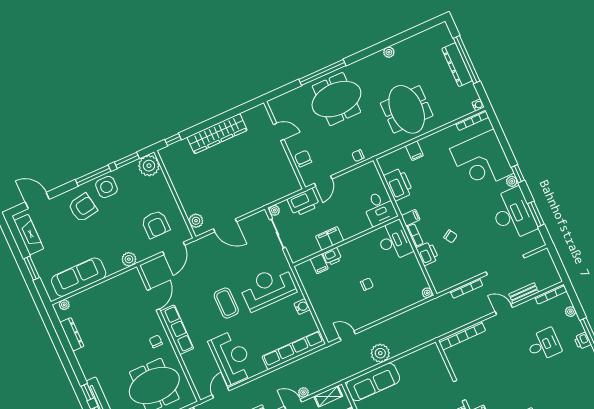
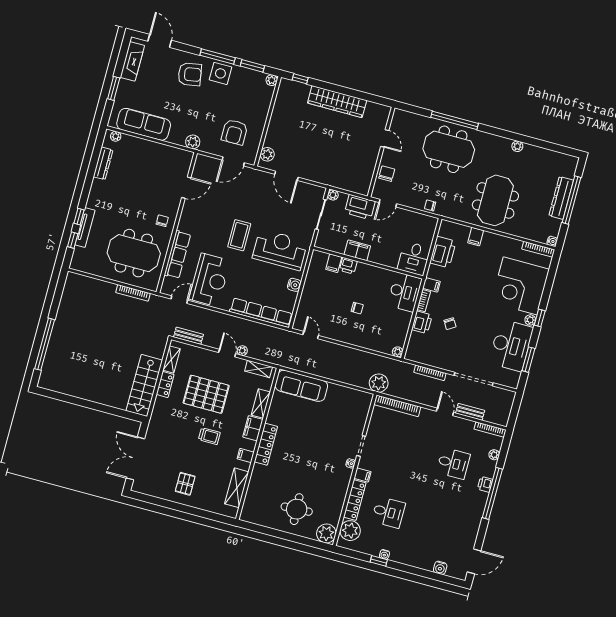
plant: (149, 166) -> (272, 80), width x0.53, depth x0.53
row of seats: (177, 330) -> (177, 254), moved
plant: (380, 353) -> (379, 383), moved

